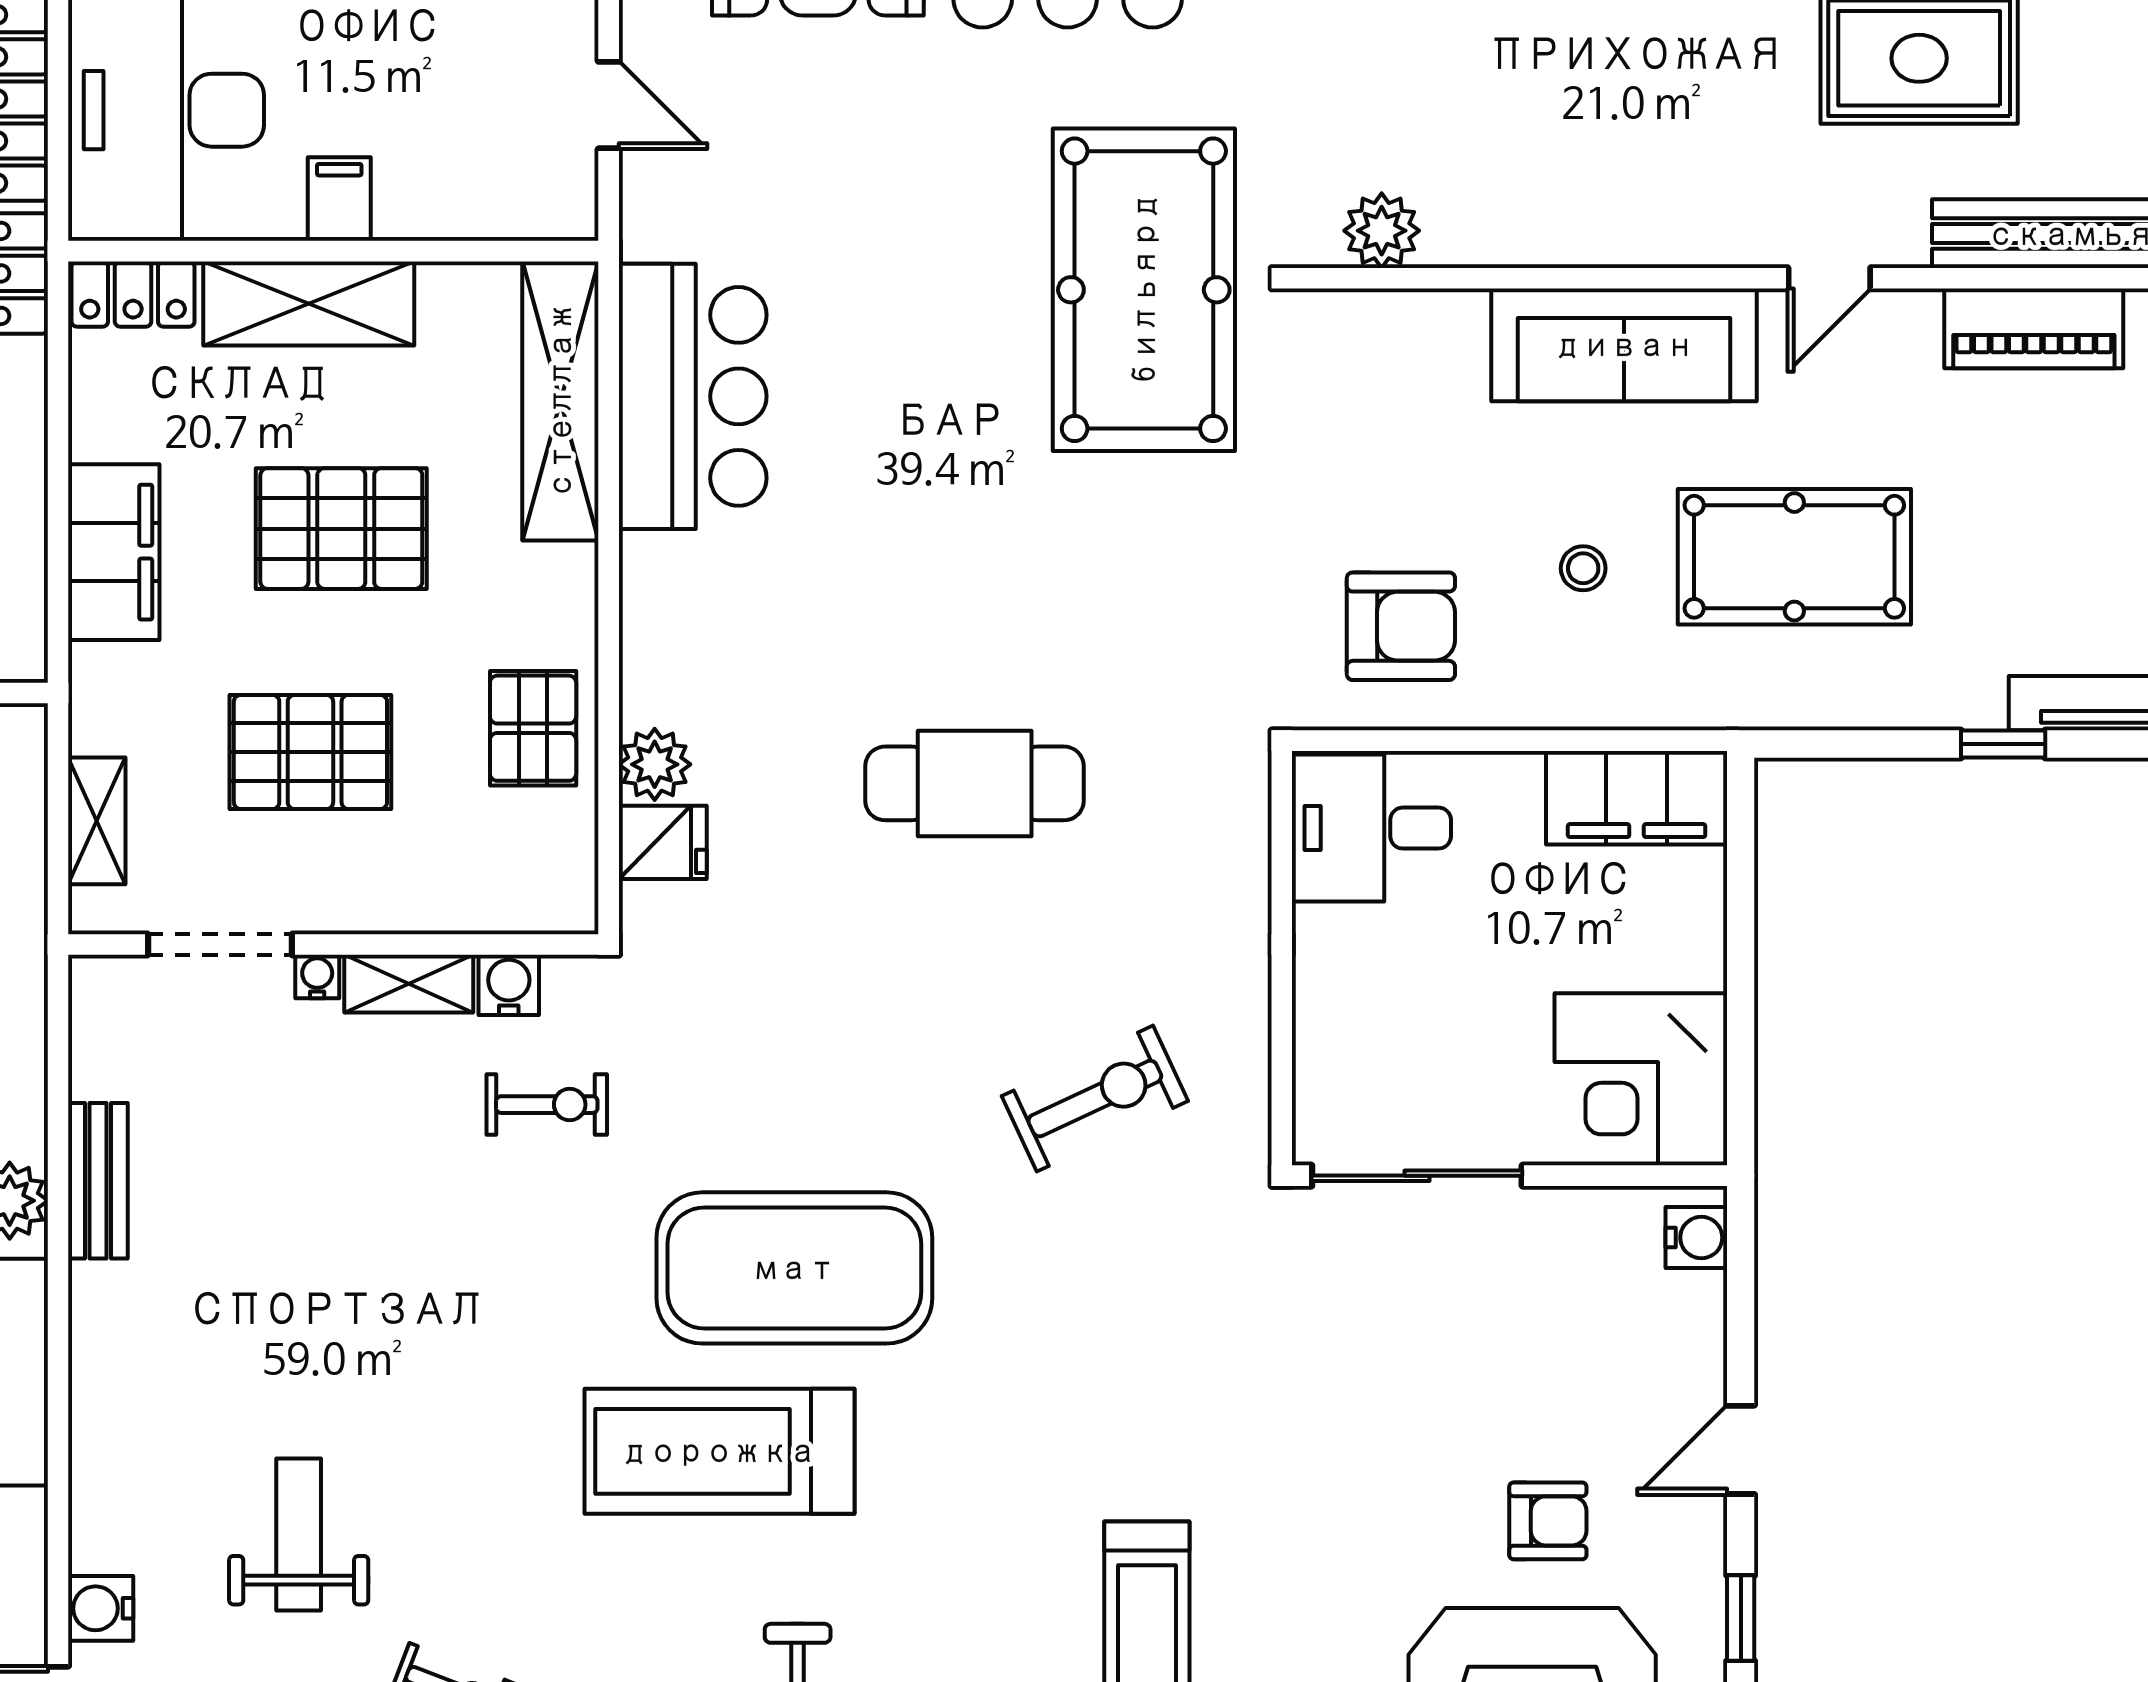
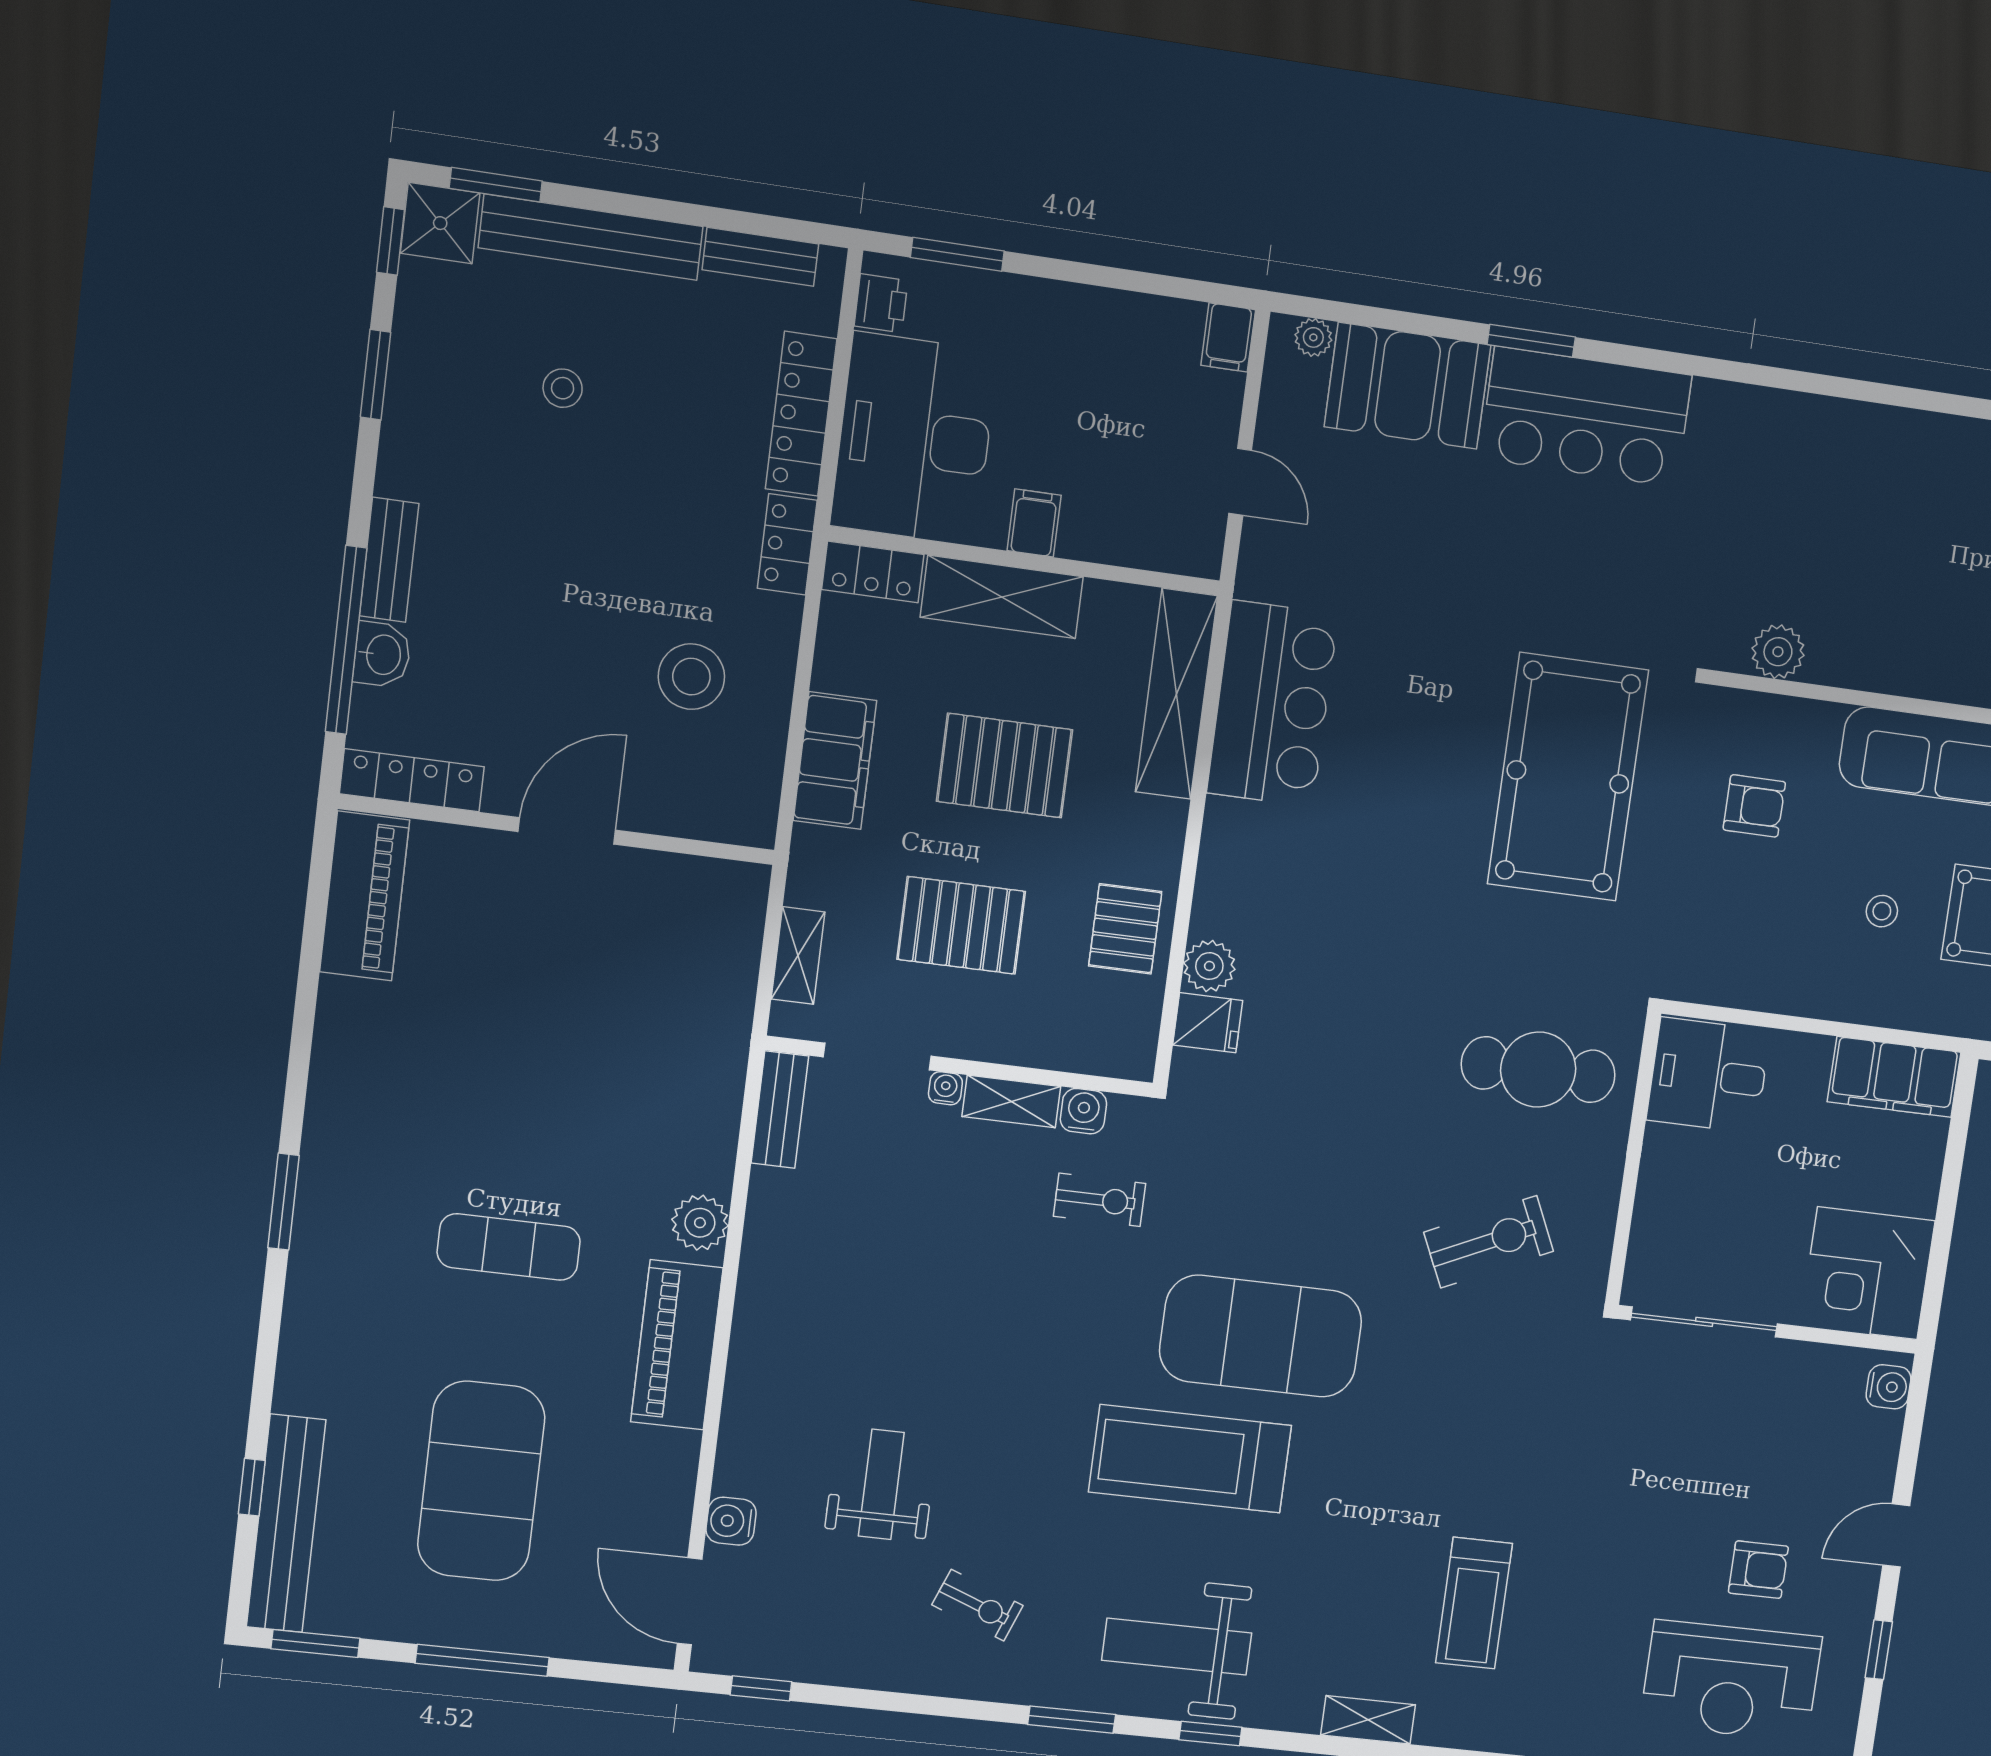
pool table: (1144, 290) -> (1568, 777), moved
armchair: (1401, 626) -> (1754, 806), moved, width x0.72, depth x0.72
cafe table: (975, 783) -> (1538, 1070), moved
bench: (98, 1181) -> (780, 1110), moved

